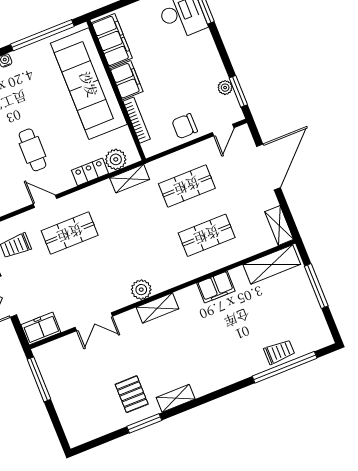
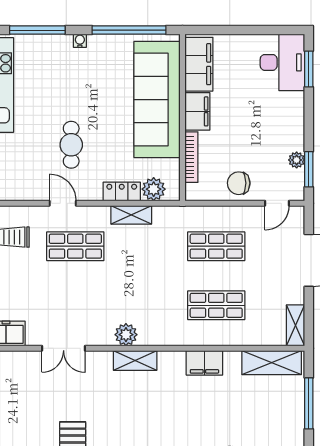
shelving: (130, 179) -> (131, 215), moved

